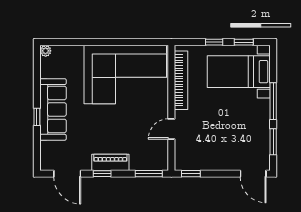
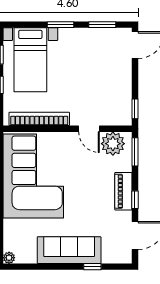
window: (273, 101) -> (61, 25), width x0.69
window: (37, 117) -> (92, 267), moved
plant: (157, 152) -> (113, 144), added

